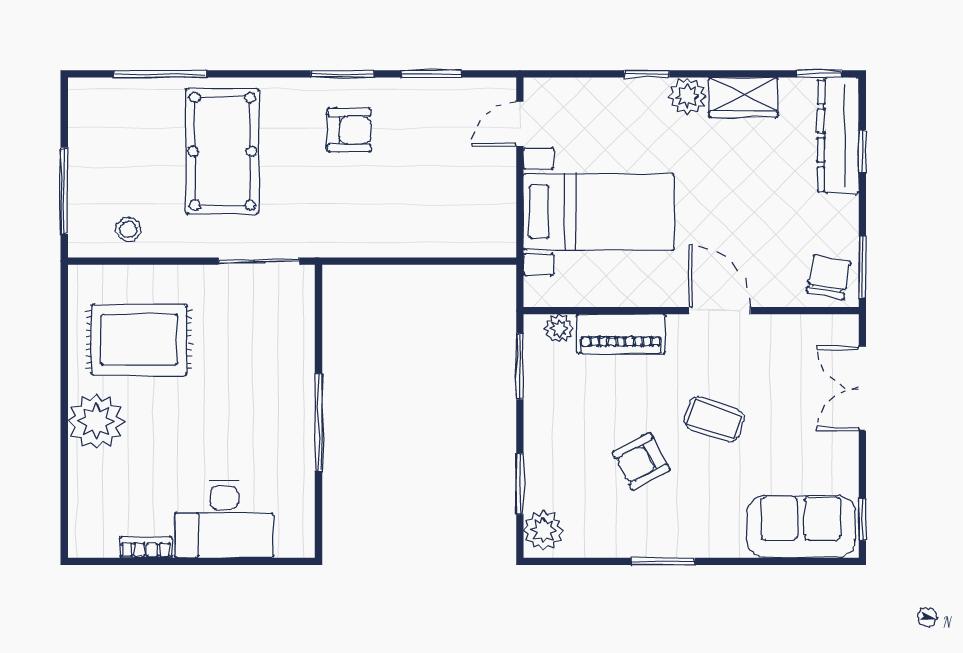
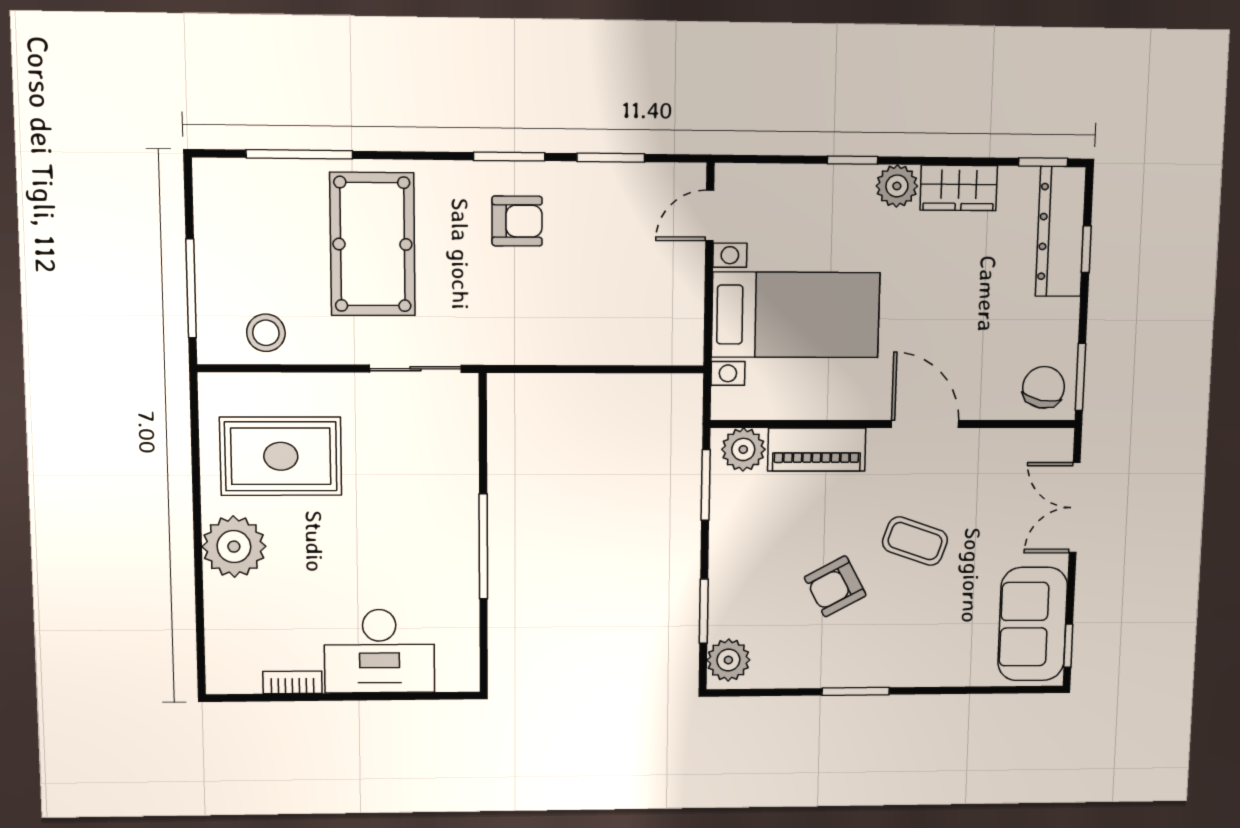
stool: (128, 230) -> (266, 333), width x1.37, depth x1.37
plant: (559, 329) -> (743, 449), width x1.38, depth x1.38
sofa: (801, 527) -> (1033, 624), moved, turned -90

